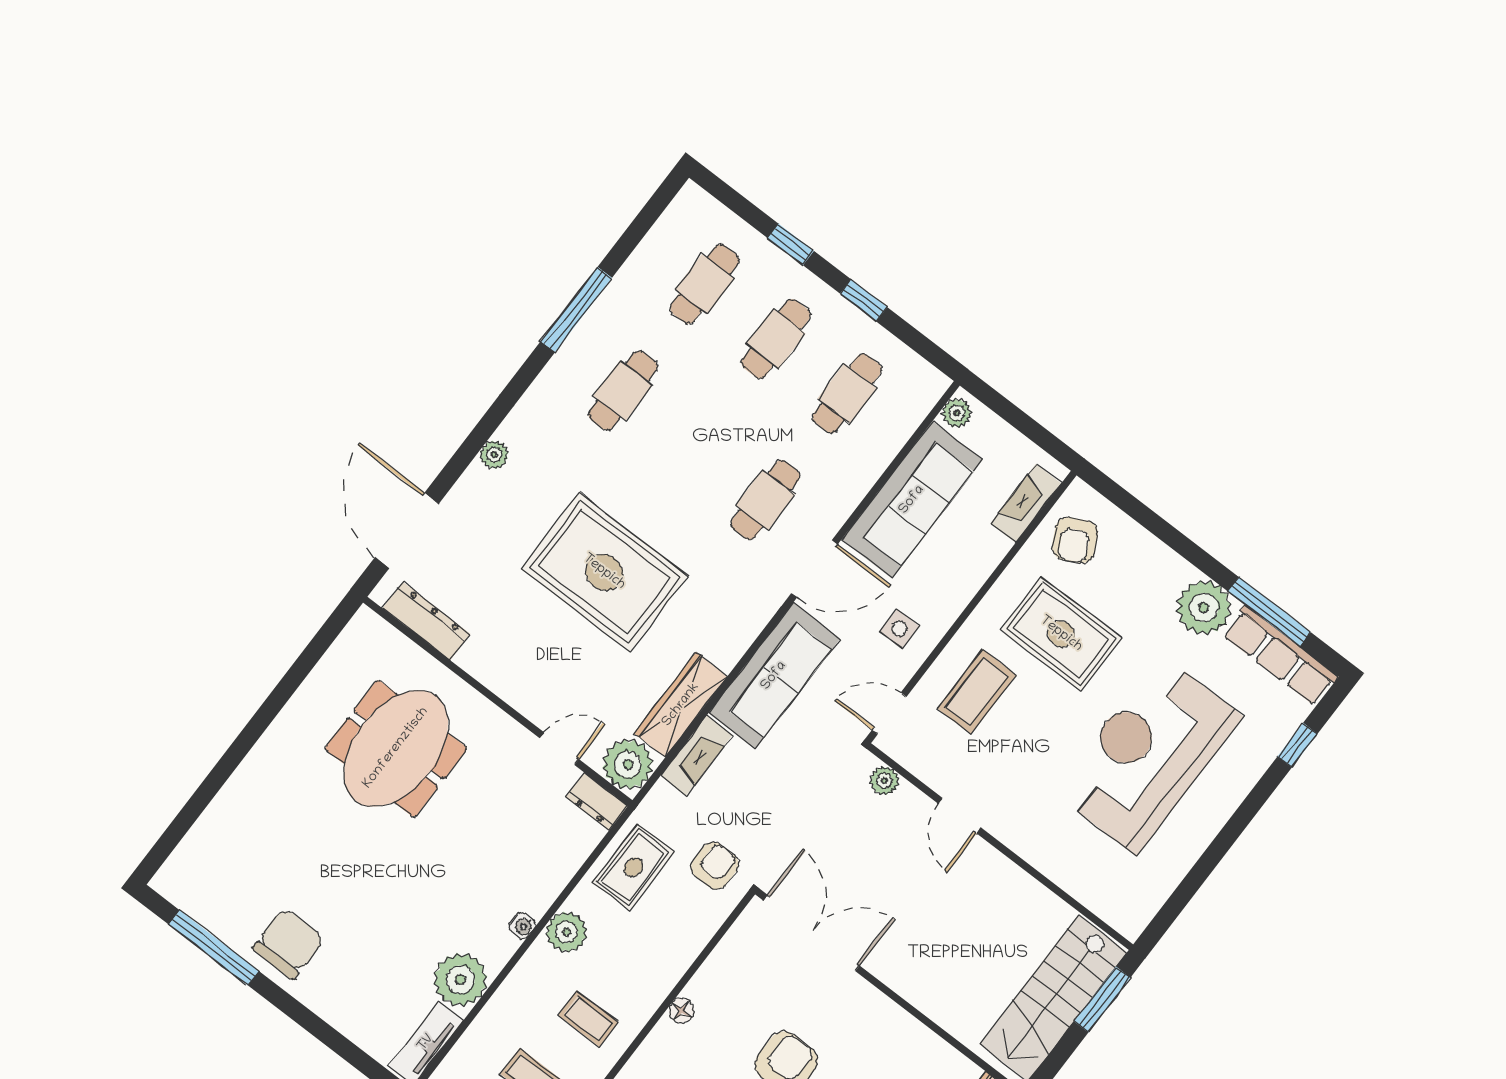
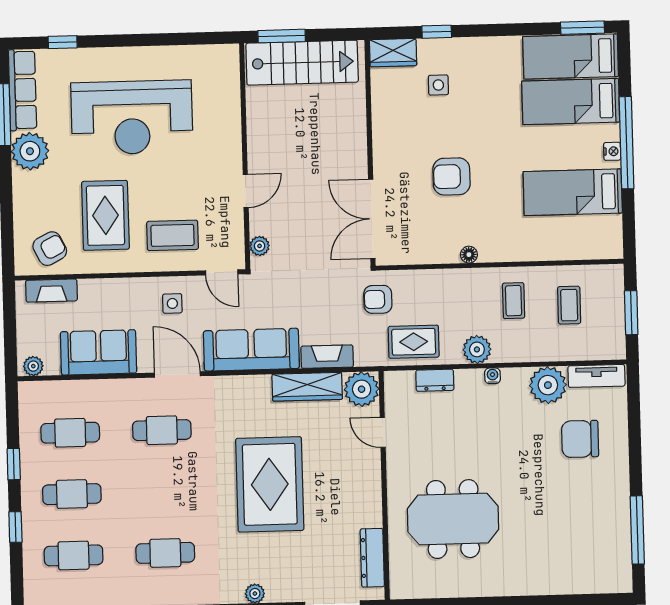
sofa: (912, 500) -> (98, 352), width x0.73
dresser: (597, 801) -> (435, 380), moved, turned 90
chair: (288, 944) -> (580, 439), moved

